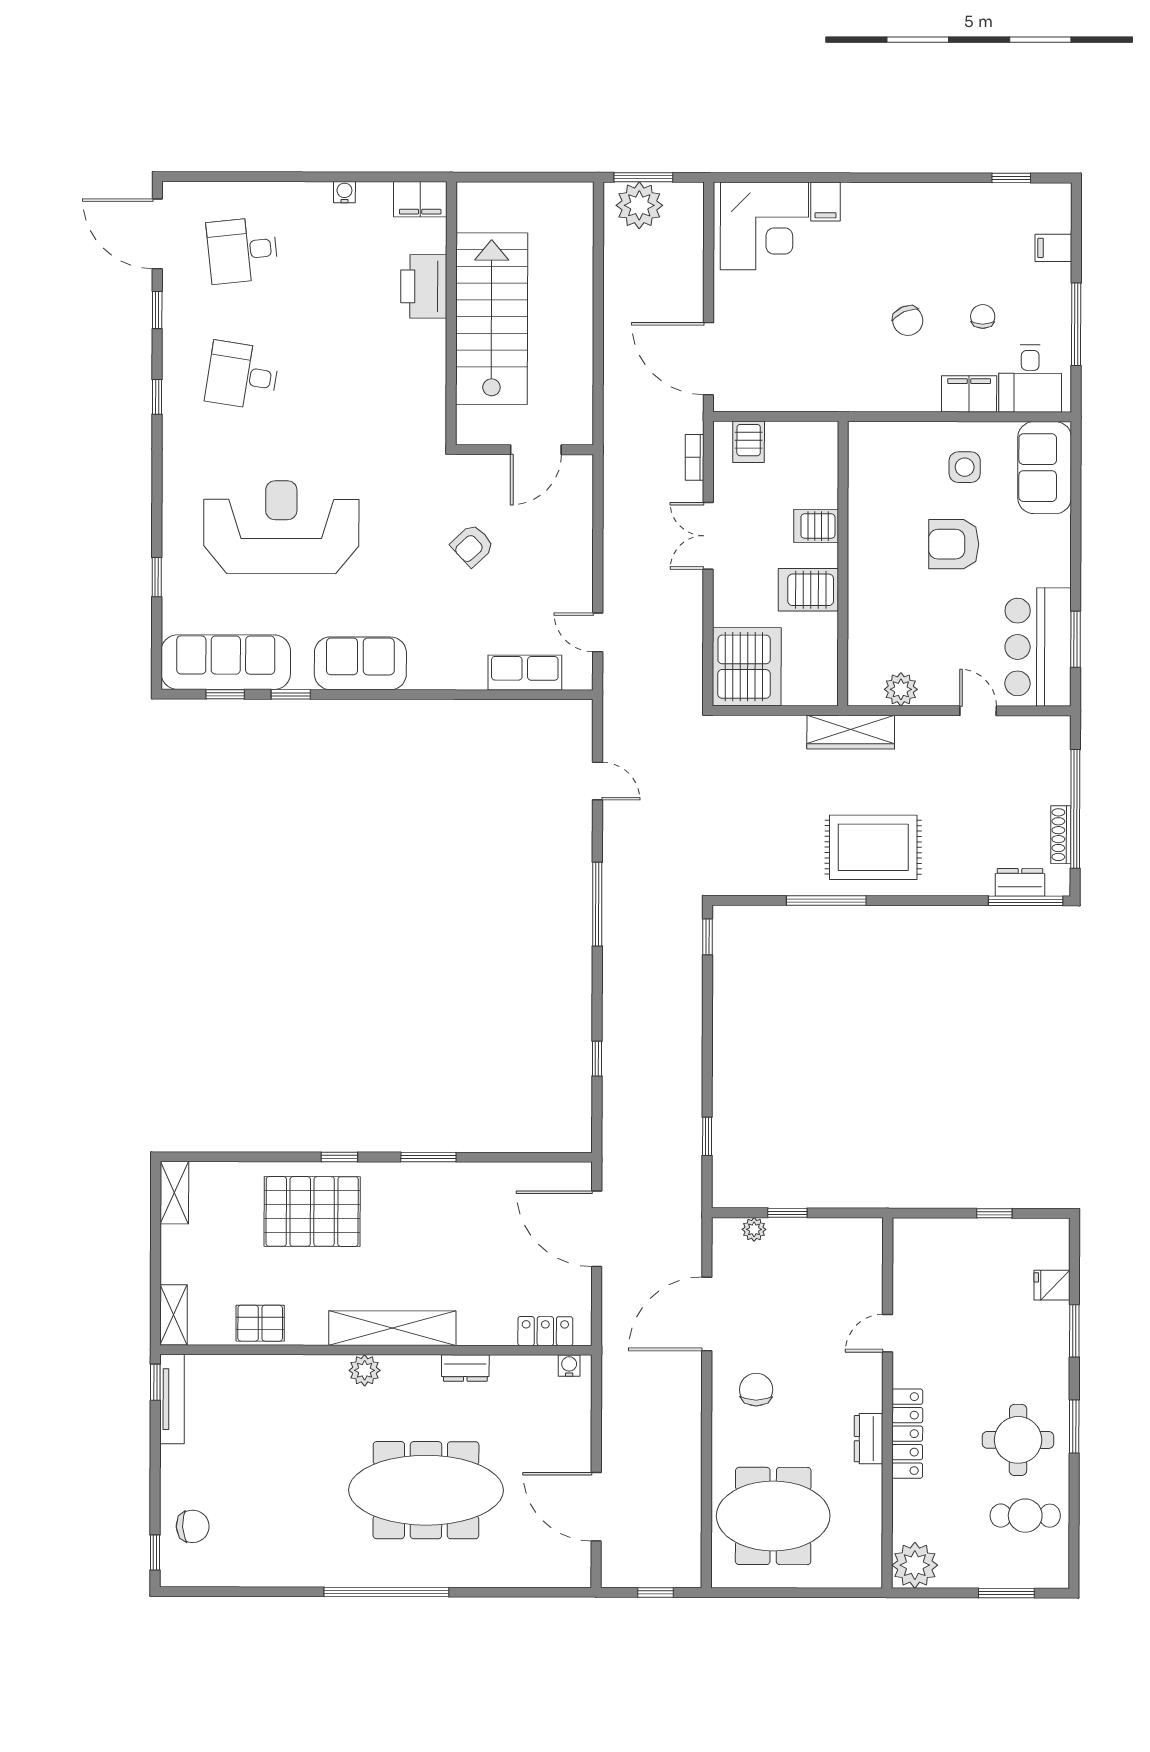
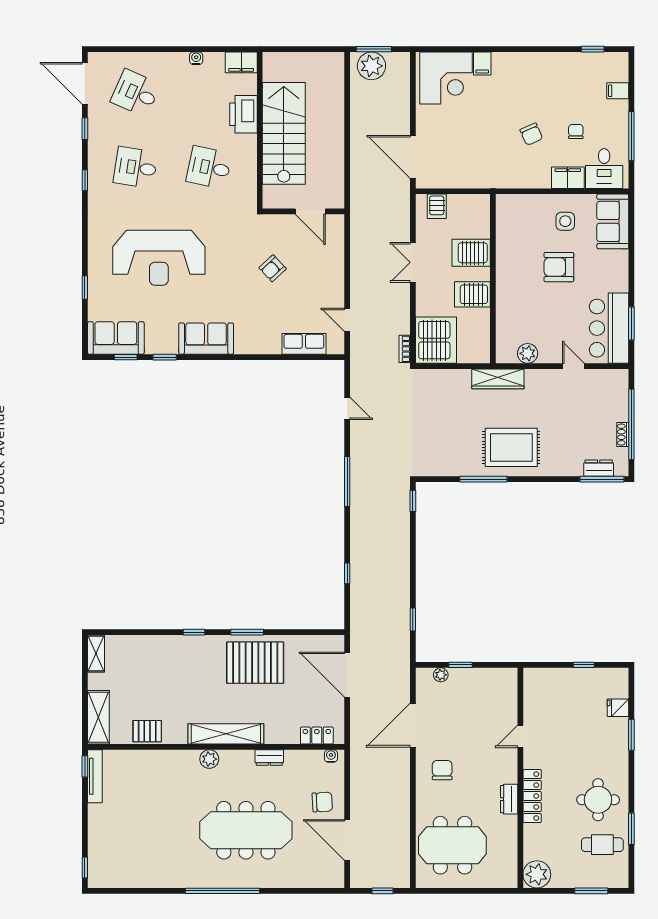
desk: (242, 250) -> (136, 93), turned 30
desk: (366, 376) -> (209, 167), added
door: (536, 450) -> (310, 211), hinge flipped
bookcase: (694, 457) -> (405, 349), moved
server rack: (816, 526) -> (471, 253), width x1.36, depth x1.44
reception desk: (281, 527) -> (159, 258), turned 180
sofa: (226, 662) -> (116, 338), width x0.73
shoe rack: (1061, 835) -> (623, 435), width x0.70
pallet: (312, 1211) -> (255, 663), moved
shelving: (174, 1315) -> (98, 717), width x1.50, depth x1.33
window: (1074, 1427) -> (631, 829), moved
chair: (193, 1526) -> (322, 802), moved

